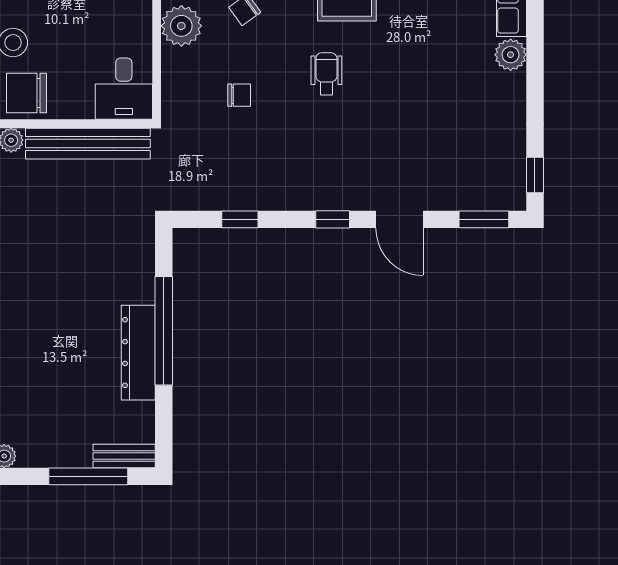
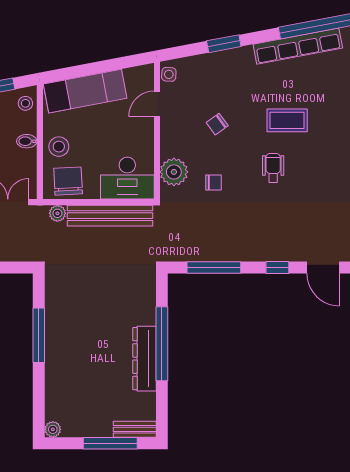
plant: (181, 26) -> (174, 172), moved
desk: (124, 89) -> (127, 178), width x1.37
chair: (27, 93) -> (68, 181), turned 87
window: (240, 219) -> (214, 268), width x2.17

